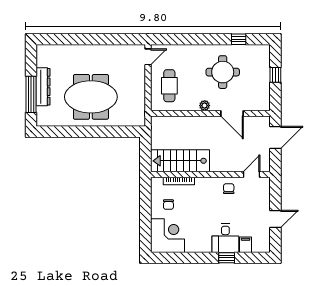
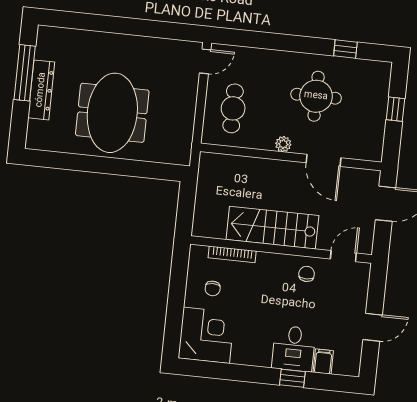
window: (31, 94) -> (25, 73), moved
meeting table: (91, 97) -> (112, 113), turned 90
stairs: (180, 161) -> (272, 228), moved

